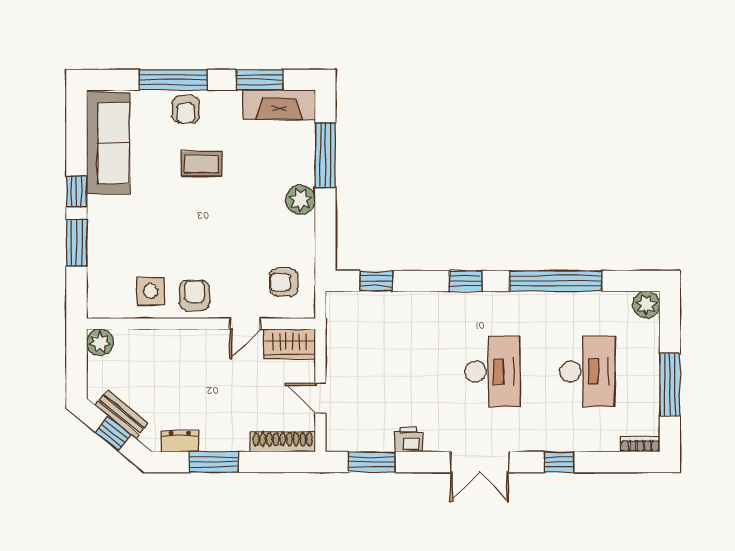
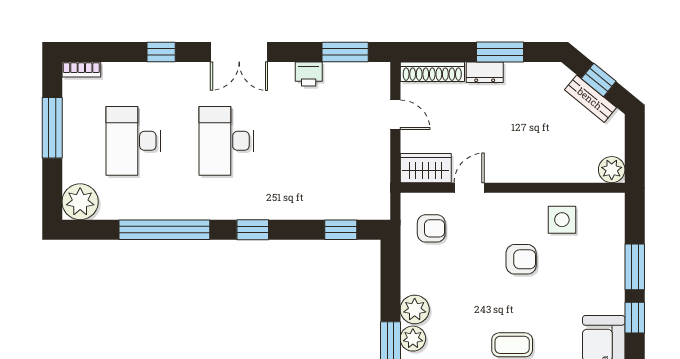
plant: (302, 170) -> (413, 339), added
armchair: (194, 295) -> (521, 259), moved, turned -90
plant: (646, 305) -> (80, 202), width x1.36, depth x1.36
dresser: (180, 441) -> (485, 72), moved
double door: (480, 462) -> (239, 52), swing flipped

